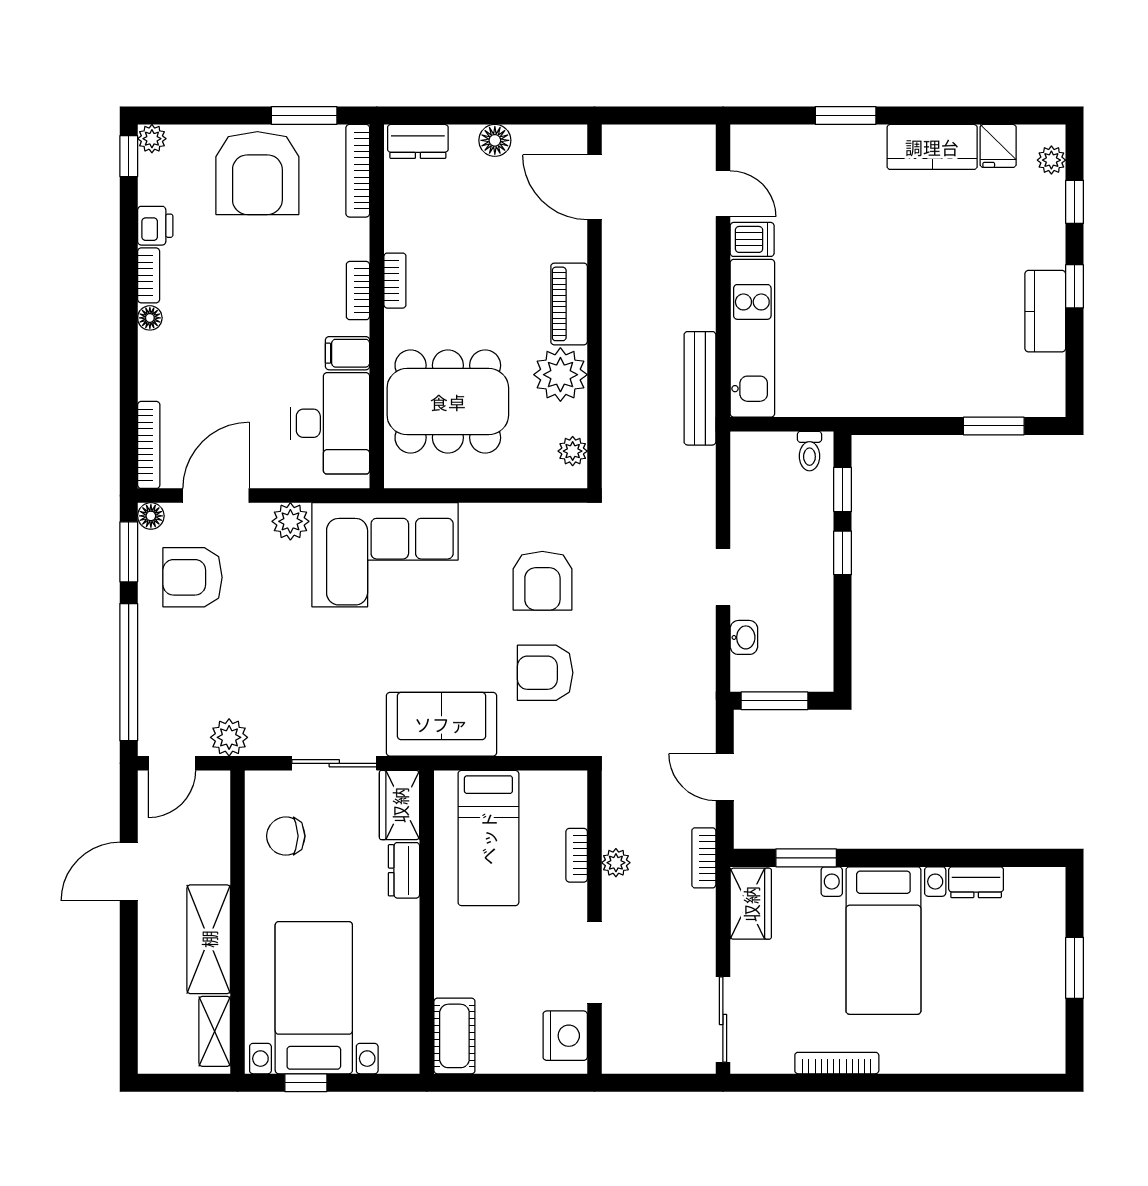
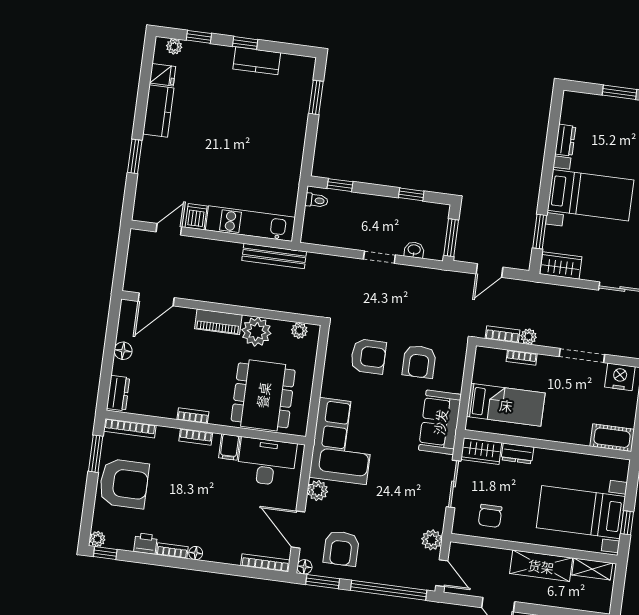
window: (843, 553) -> (411, 194), moved
bookcase: (704, 858) -> (502, 334), moved, turned 180

